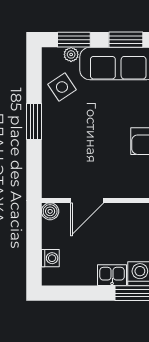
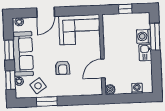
window: (34, 122) -> (47, 102), moved
armchair: (91, 131) -> (63, 68), added
door: (87, 201) -> (103, 68), swing flipped

